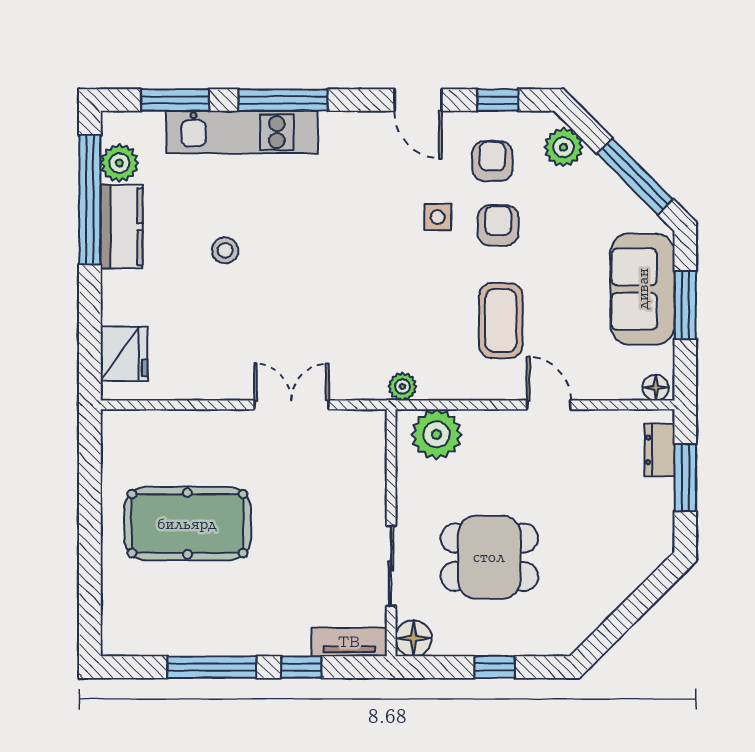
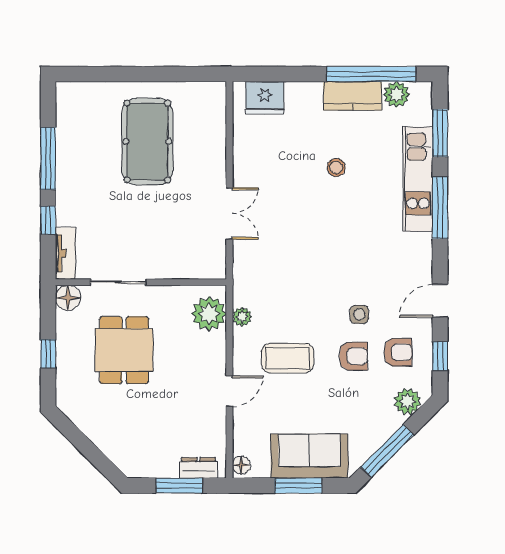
plant: (403, 387) -> (242, 317), moved

